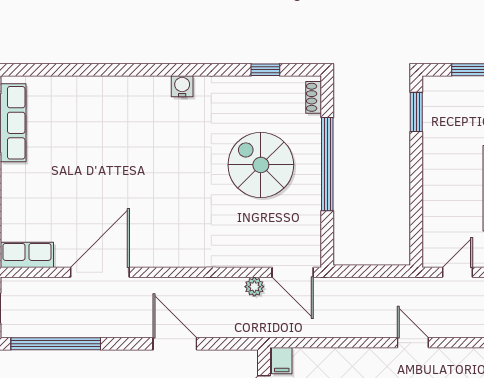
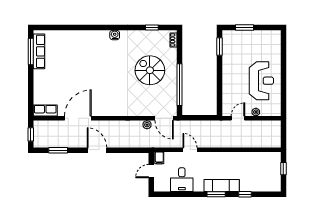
window: (327, 164) -> (180, 85), moved
door: (413, 343) -> (190, 150), moved
window: (56, 344) -> (58, 150), width x0.47
door: (175, 344) -> (97, 150), moved

